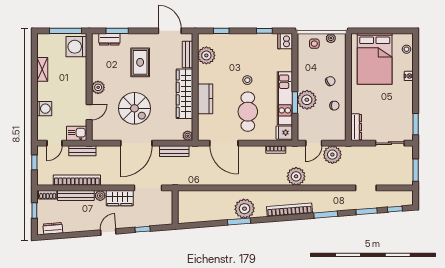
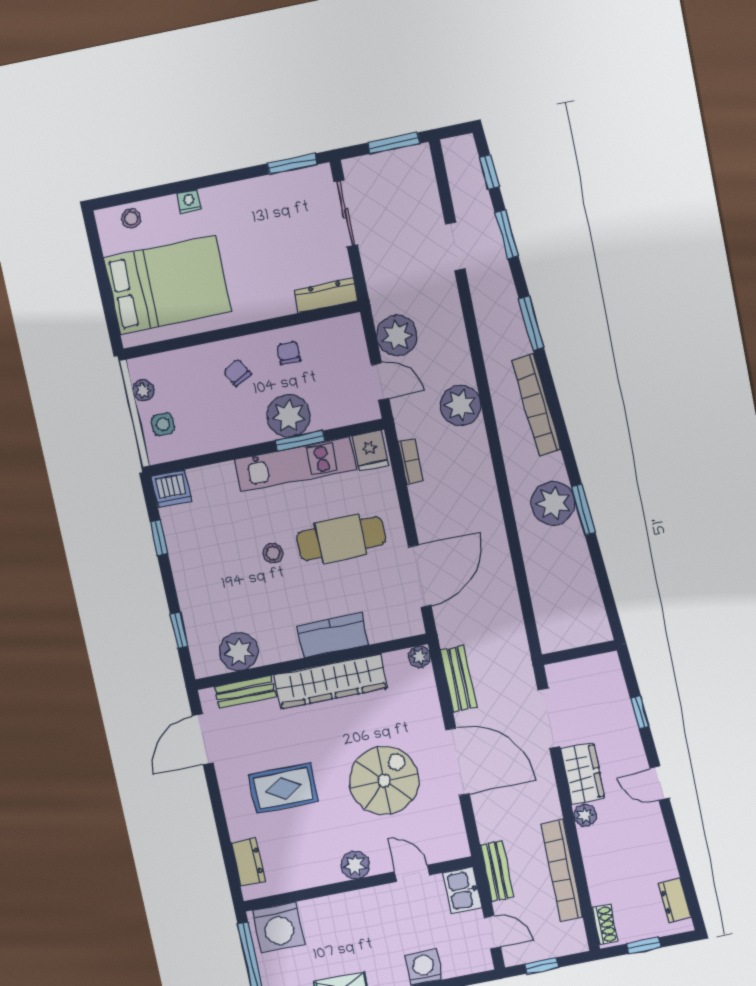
window: (117, 31) -> (227, 849), removed
bench: (76, 196) -> (595, 866), removed

